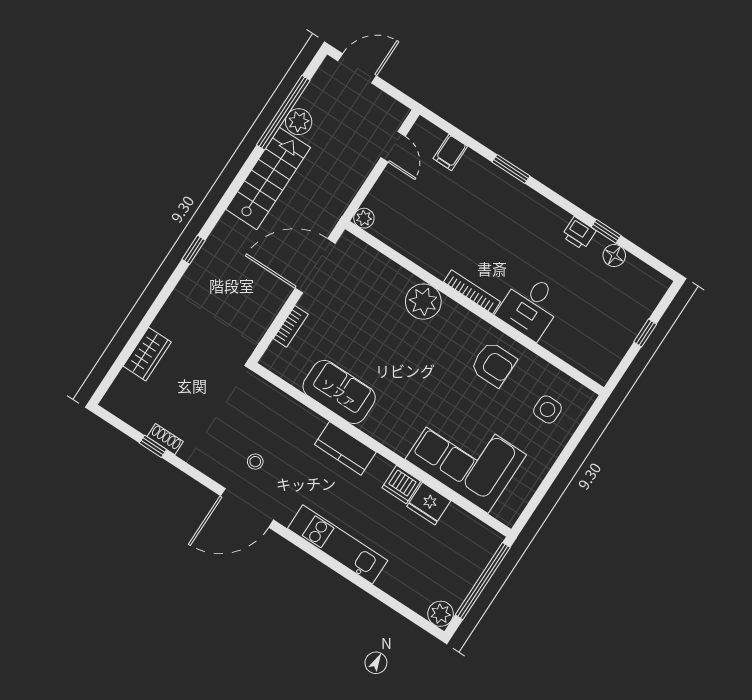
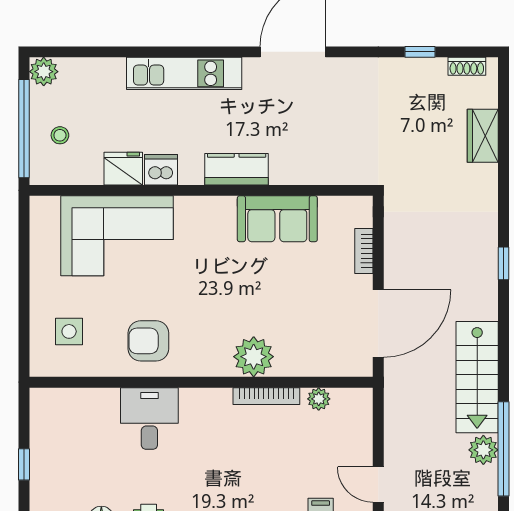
plant: (364, 218) -> (319, 399), moved
bookcase: (472, 292) -> (266, 396), moved
shoe rack: (165, 439) -> (467, 66), moved
stool: (255, 462) -> (60, 135), moved

